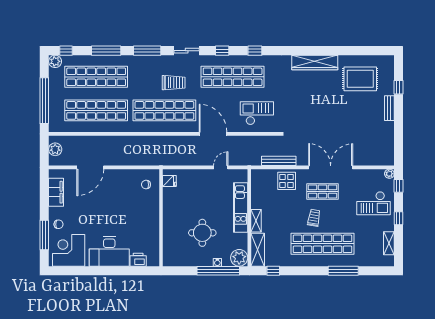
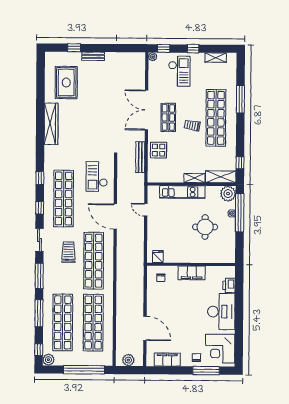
door: (213, 134) -> (115, 217), hinge flipped
filing cabinet: (152, 218) -> (192, 273), added

